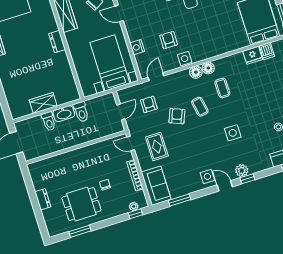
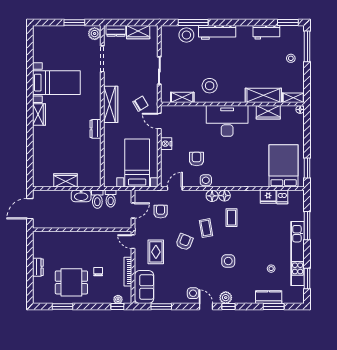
nightstand: (137, 47) -> (166, 144), moved
armchair: (177, 116) -> (184, 242), moved
toilet: (49, 121) -> (111, 199), moved

